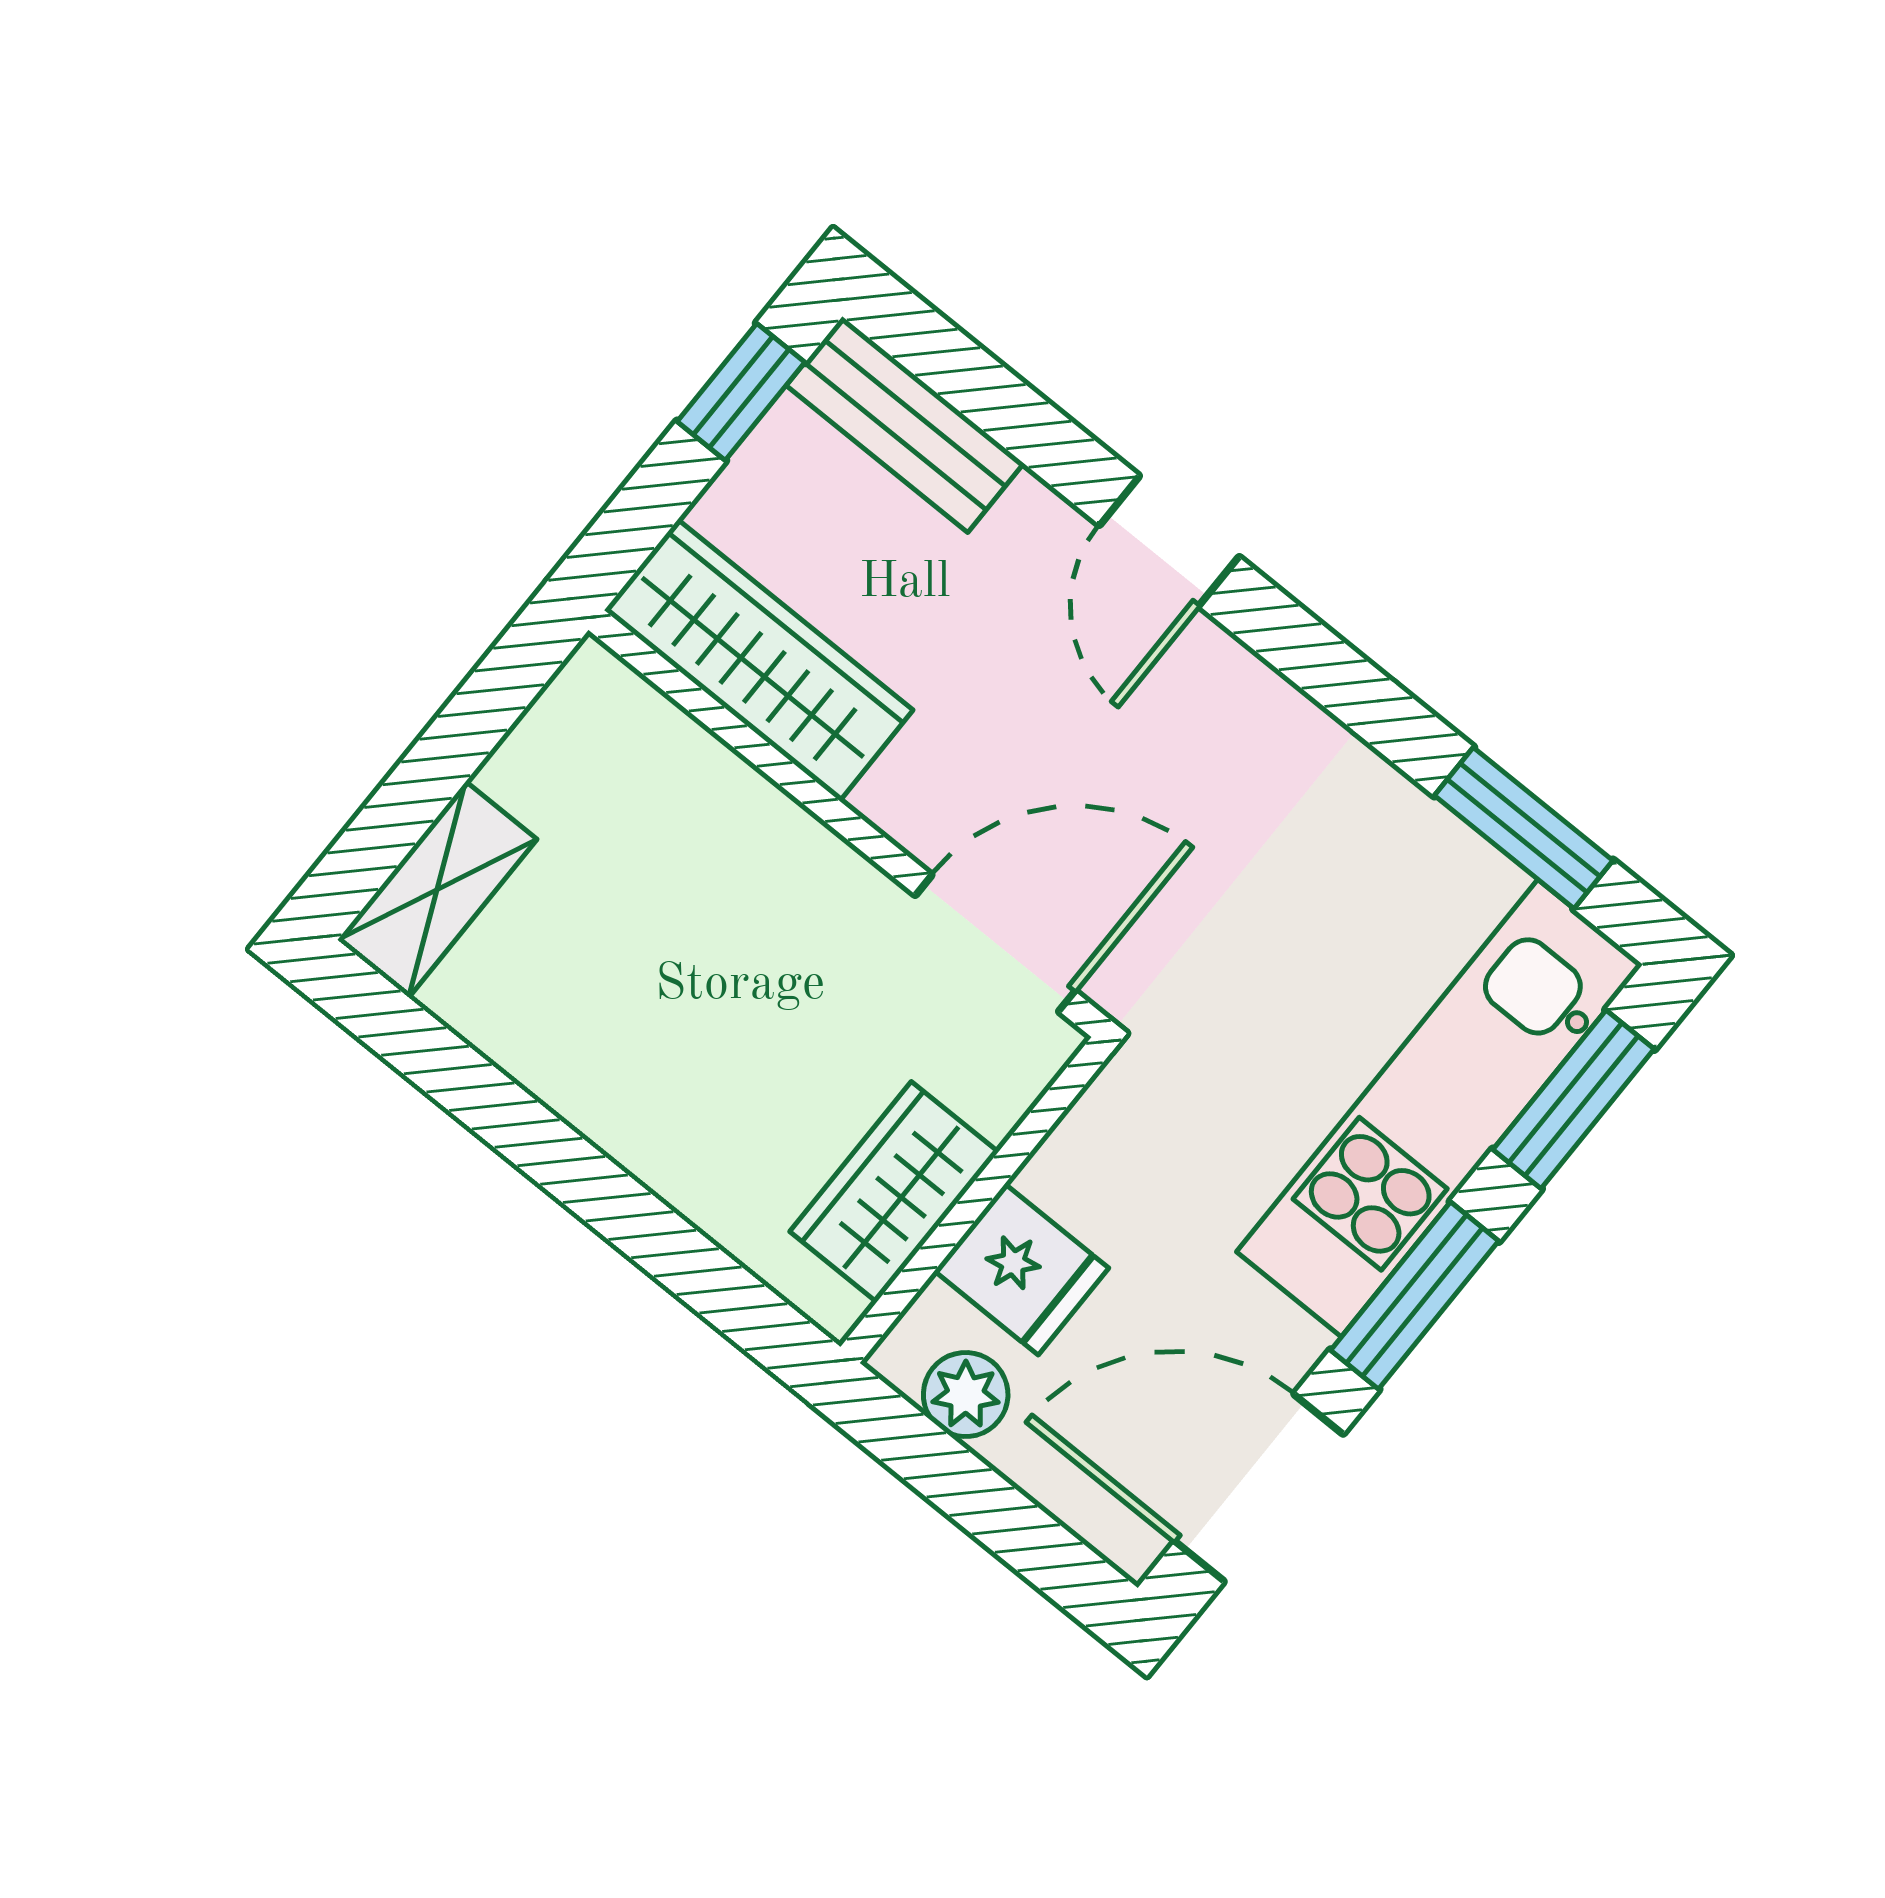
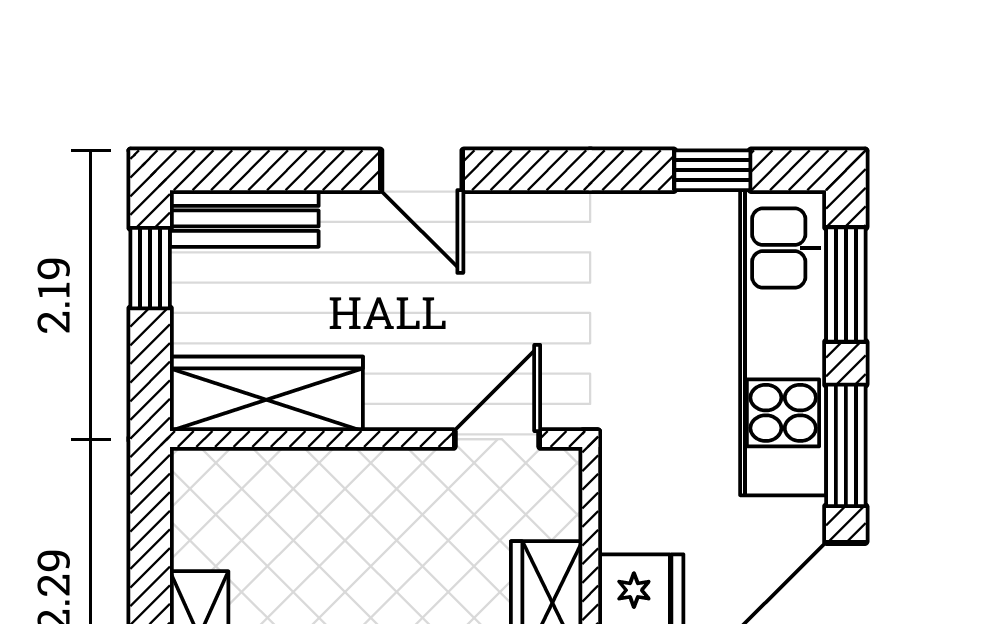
window: (1524, 828) -> (712, 170), width x0.67
door: (995, 943) -> (497, 439), width x0.73

